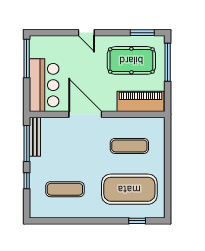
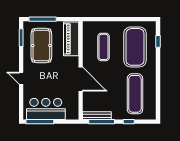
door: (86, 33) -> (21, 78), swing flipped
bar counter: (44, 85) -> (46, 109), moved
door: (85, 114) -> (81, 79), swing flipped
exercise mat: (65, 189) -> (135, 94), width x1.36, depth x1.45

